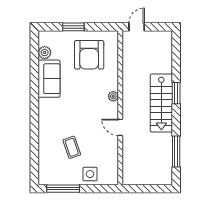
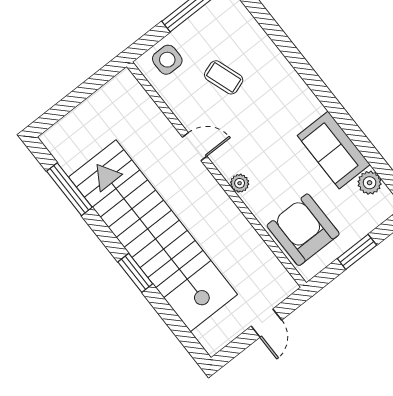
plant: (113, 96) -> (240, 183), moved
stairs: (161, 103) -> (153, 236), width x1.86, depth x1.51
wall: (120, 108) -> (217, 175), moved
door: (120, 127) -> (195, 147), moved

